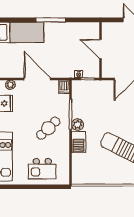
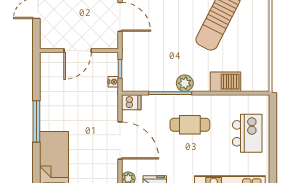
door: (37, 79) -> (120, 140), swing flipped
cafe table: (48, 128) -> (190, 125), turned -46
barbecue: (79, 142) -> (226, 82), moved

